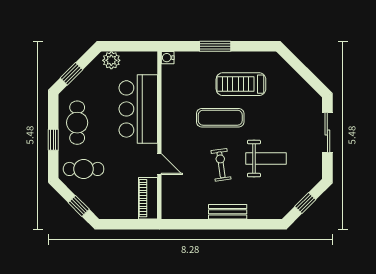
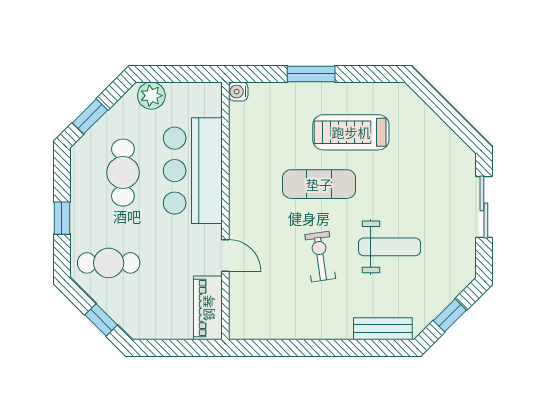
cafe table: (77, 123) -> (123, 173), moved
bench: (228, 212) -> (383, 329), moved

